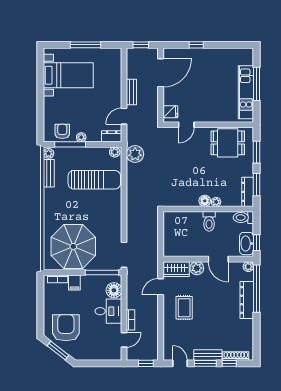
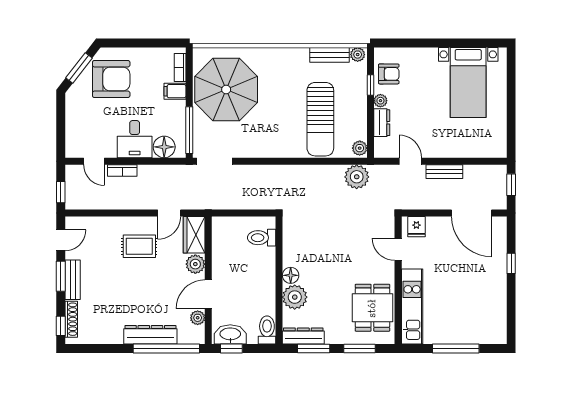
window: (85, 45) -> (511, 107), removed
kitchen unit: (246, 92) -> (412, 307), moved, turned 90
dresser: (112, 136) -> (382, 123), moved
window: (70, 144) -> (370, 85), width x0.46
plant: (216, 202) -> (295, 297), width x1.88, depth x1.88
toilet: (209, 221) -> (262, 238), moved
plant: (248, 267) -> (198, 318), moved
door: (161, 287) -> (169, 213), swing flipped
window: (229, 363) -> (61, 326), moved

